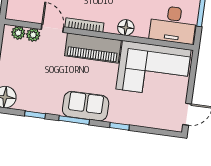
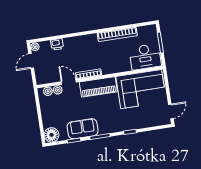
floor lamp: (126, 28) -> (115, 68), removed
sofa: (86, 106) -> (83, 129), moved

